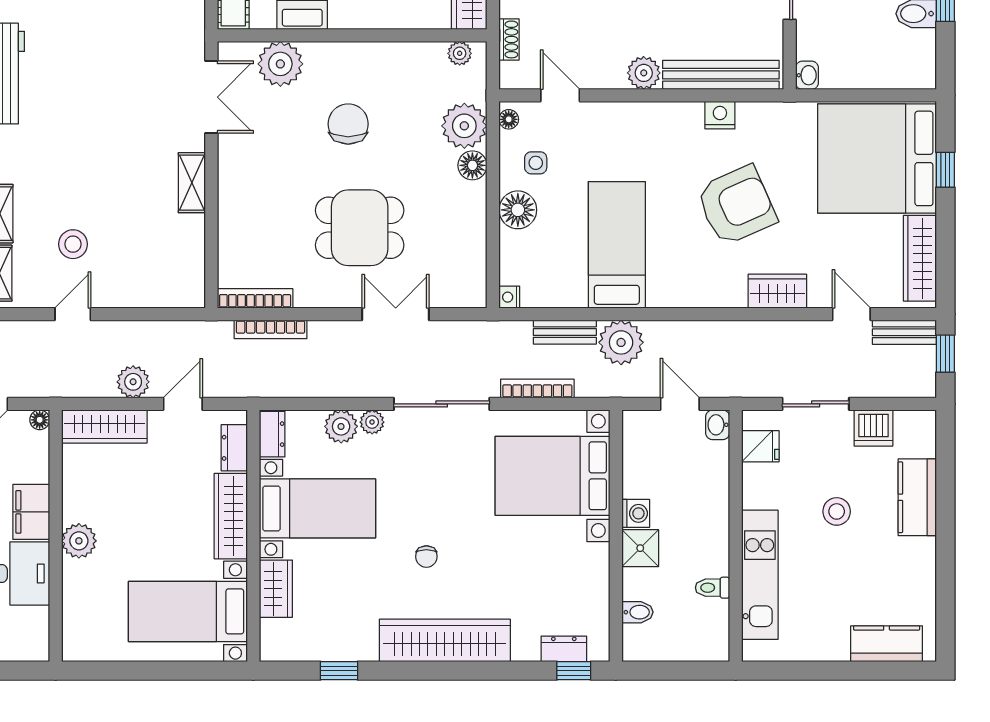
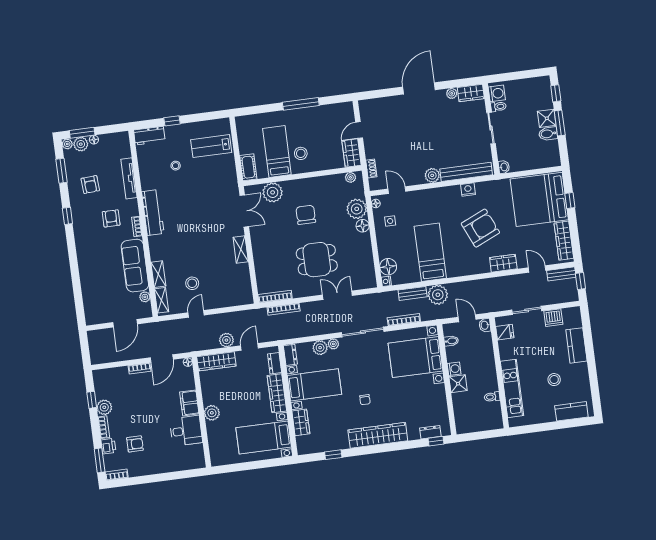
floor lamp: (518, 210) -> (388, 267), moved
stool: (837, 511) -> (554, 380), moved
bidet: (637, 612) -> (451, 341), moved

